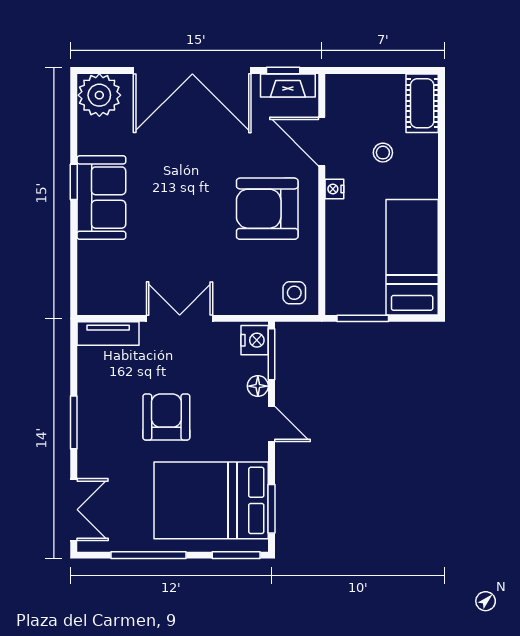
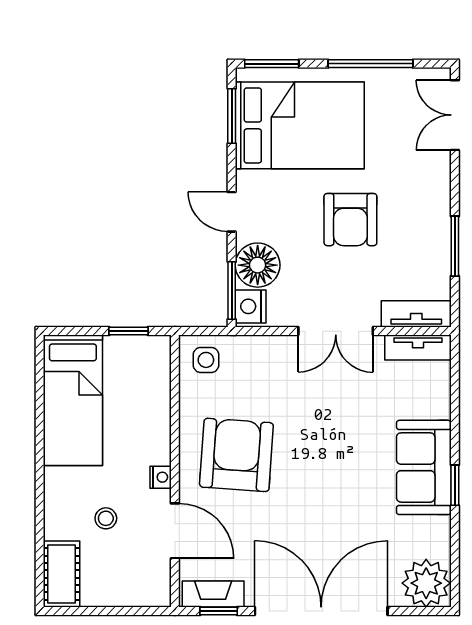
armchair: (267, 209) -> (236, 455), turned -86
tv unit: (106, 304) -> (418, 347), added
window: (363, 318) -> (129, 331), width x0.67
floor lamp: (258, 386) -> (258, 265), width x1.89, depth x1.89
window: (74, 422) -> (455, 246), moved

